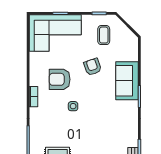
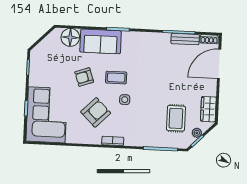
coffee table: (104, 35) -> (116, 78), moved
floor lamp: (129, 52) -> (70, 37), added
armchair: (60, 79) -> (96, 112), turned -135

